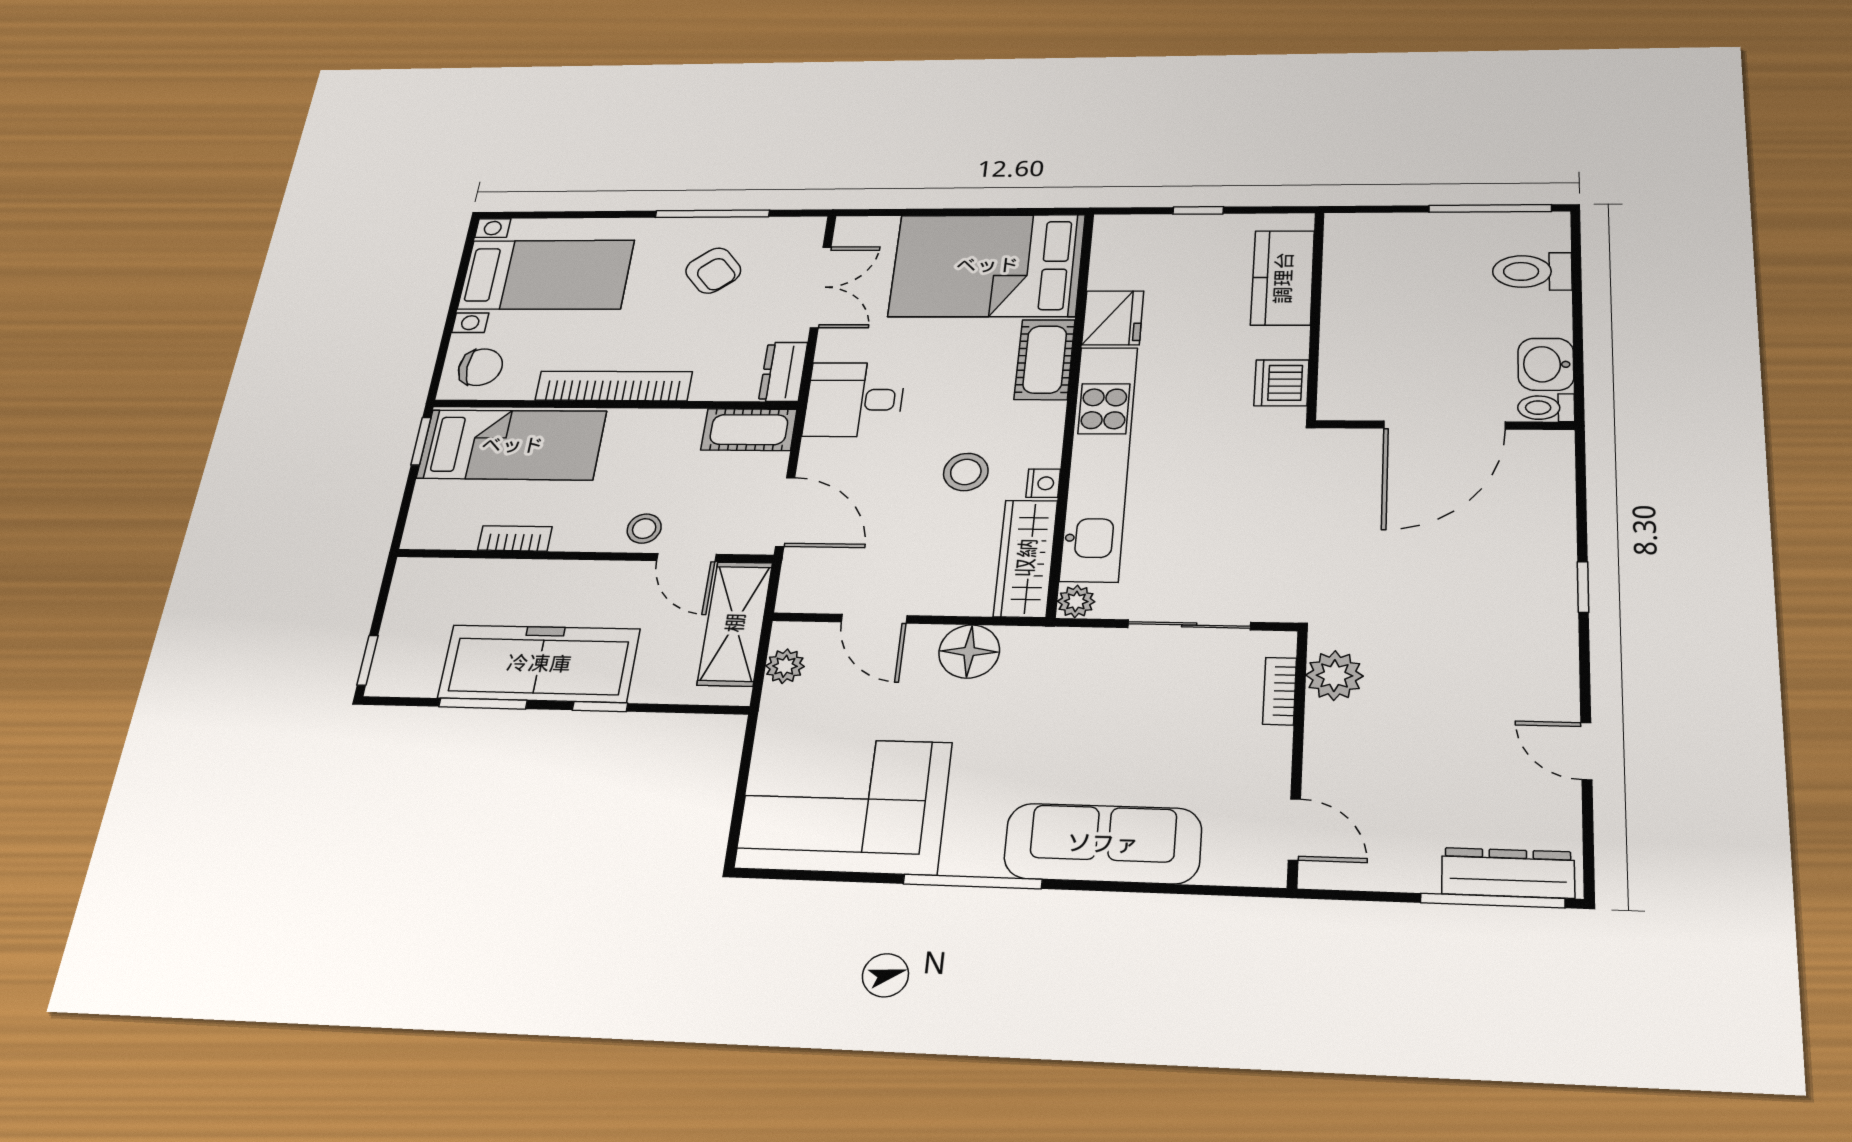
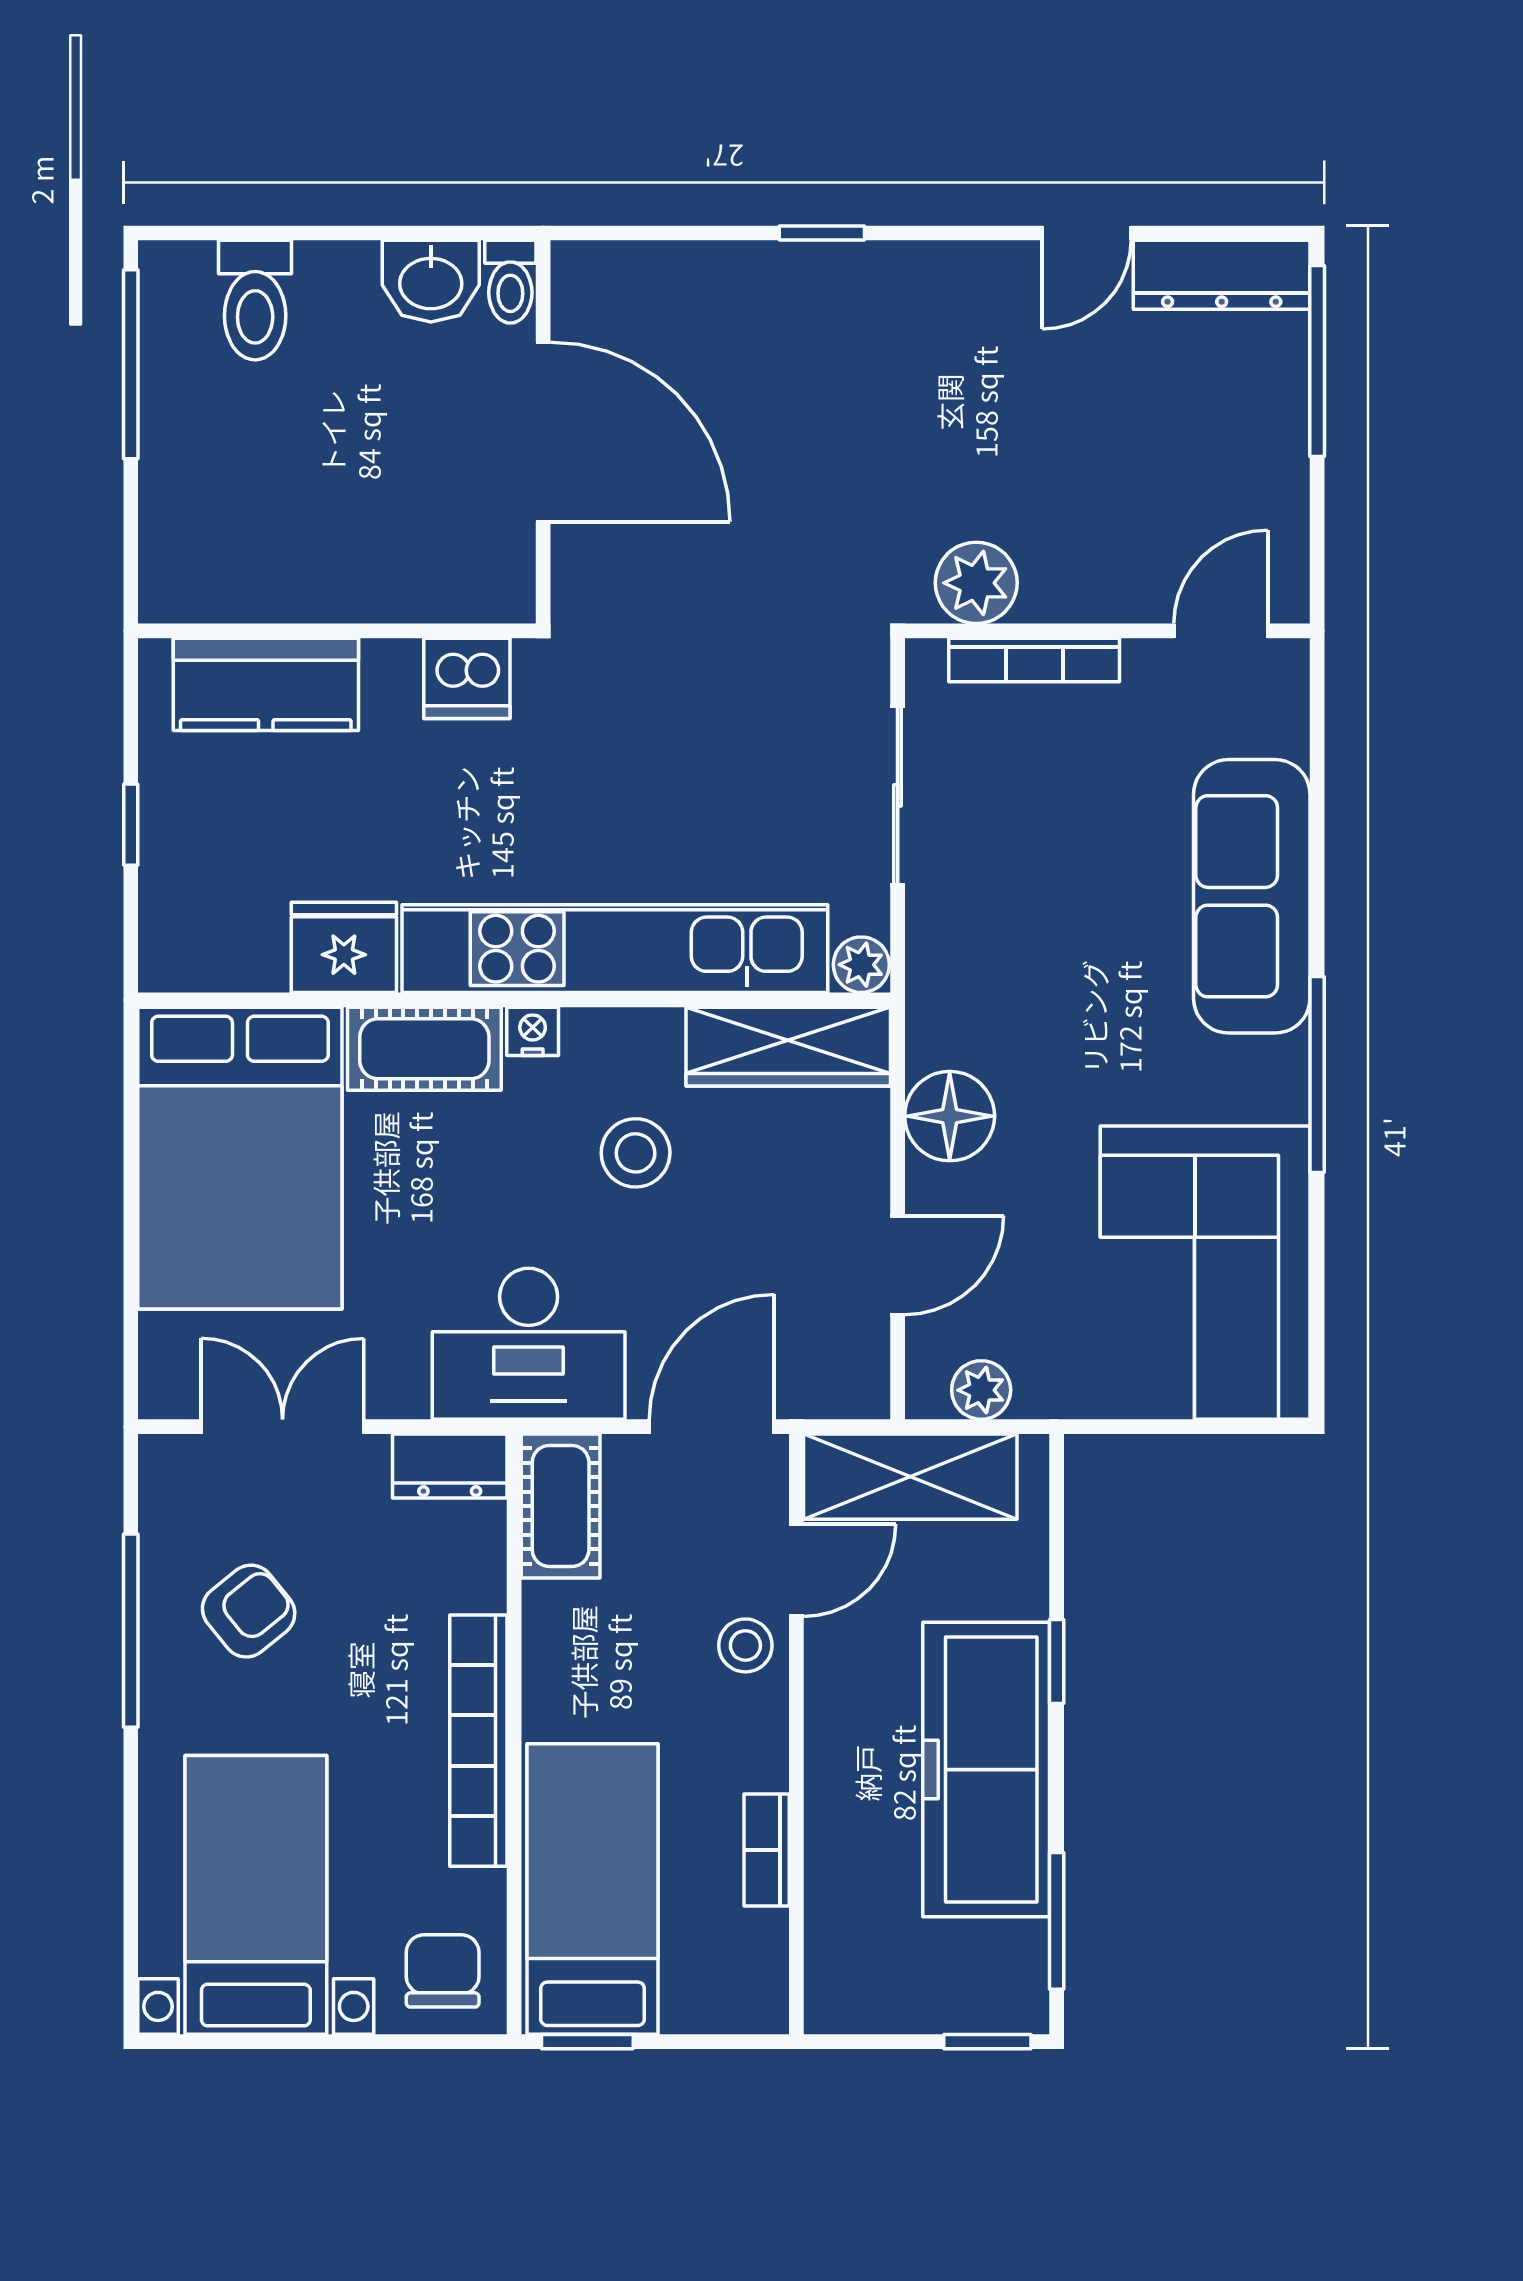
desk: (854, 400) -> (529, 1344), width x1.37
nightstand: (1043, 483) -> (533, 1031), moved
bookcase: (1280, 691) -> (1034, 660), width x1.56
window: (483, 704) -> (1057, 1921), moved
dresser: (1508, 873) -> (1222, 275), moved, turned -90

